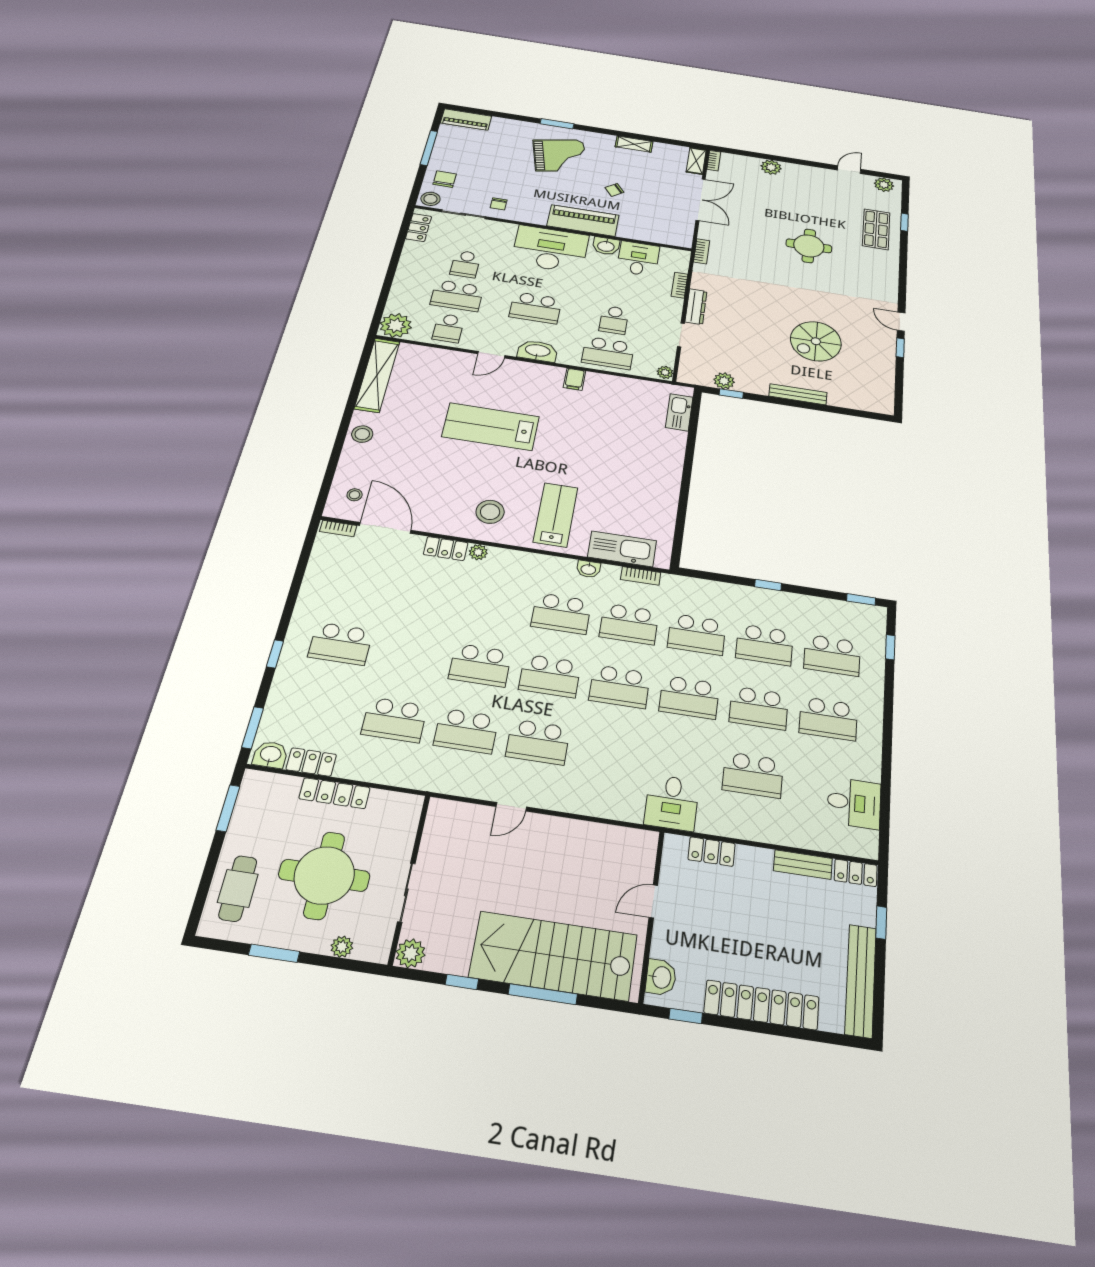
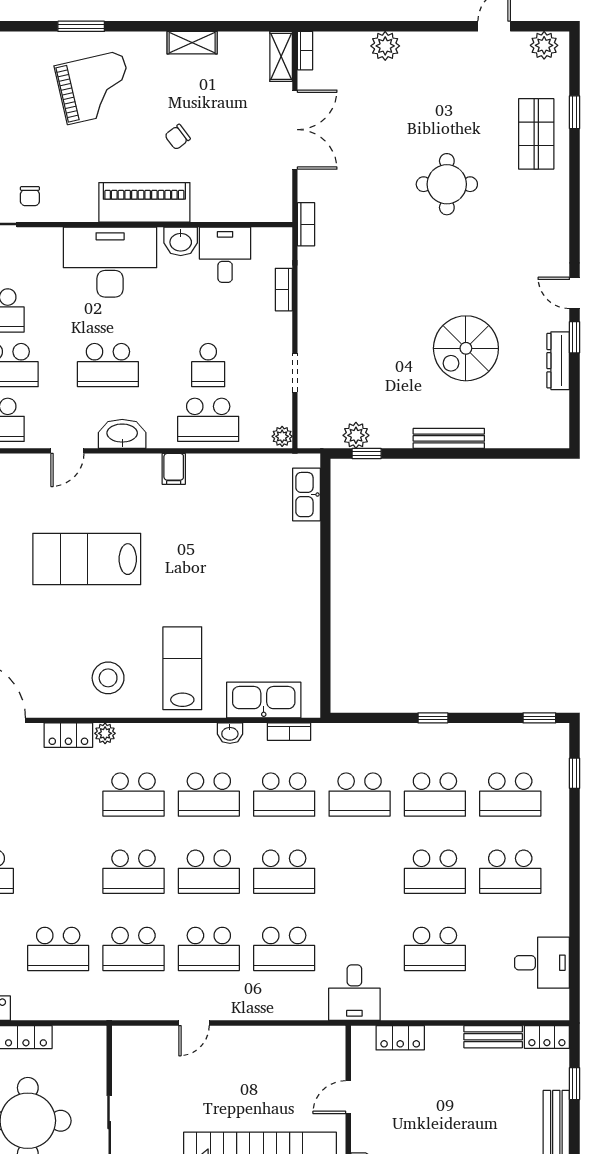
dresser: (696, 307) -> (558, 361), moved, turned 180
school desk: (493, 603) -> (134, 795), added
school desk: (689, 697) -> (284, 949), moved

